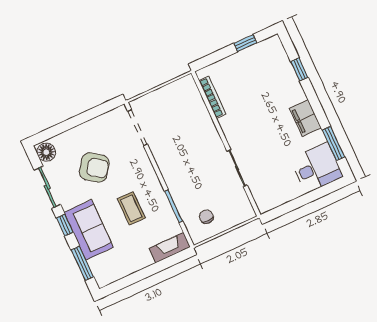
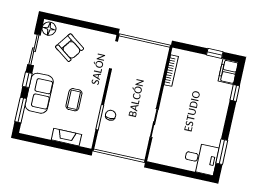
filing cabinet: (305, 118) -> (228, 72), moved
armchair: (94, 167) -> (70, 48), moved
chair: (206, 217) -> (111, 115), moved
fireplace: (170, 248) -> (66, 137), moved

